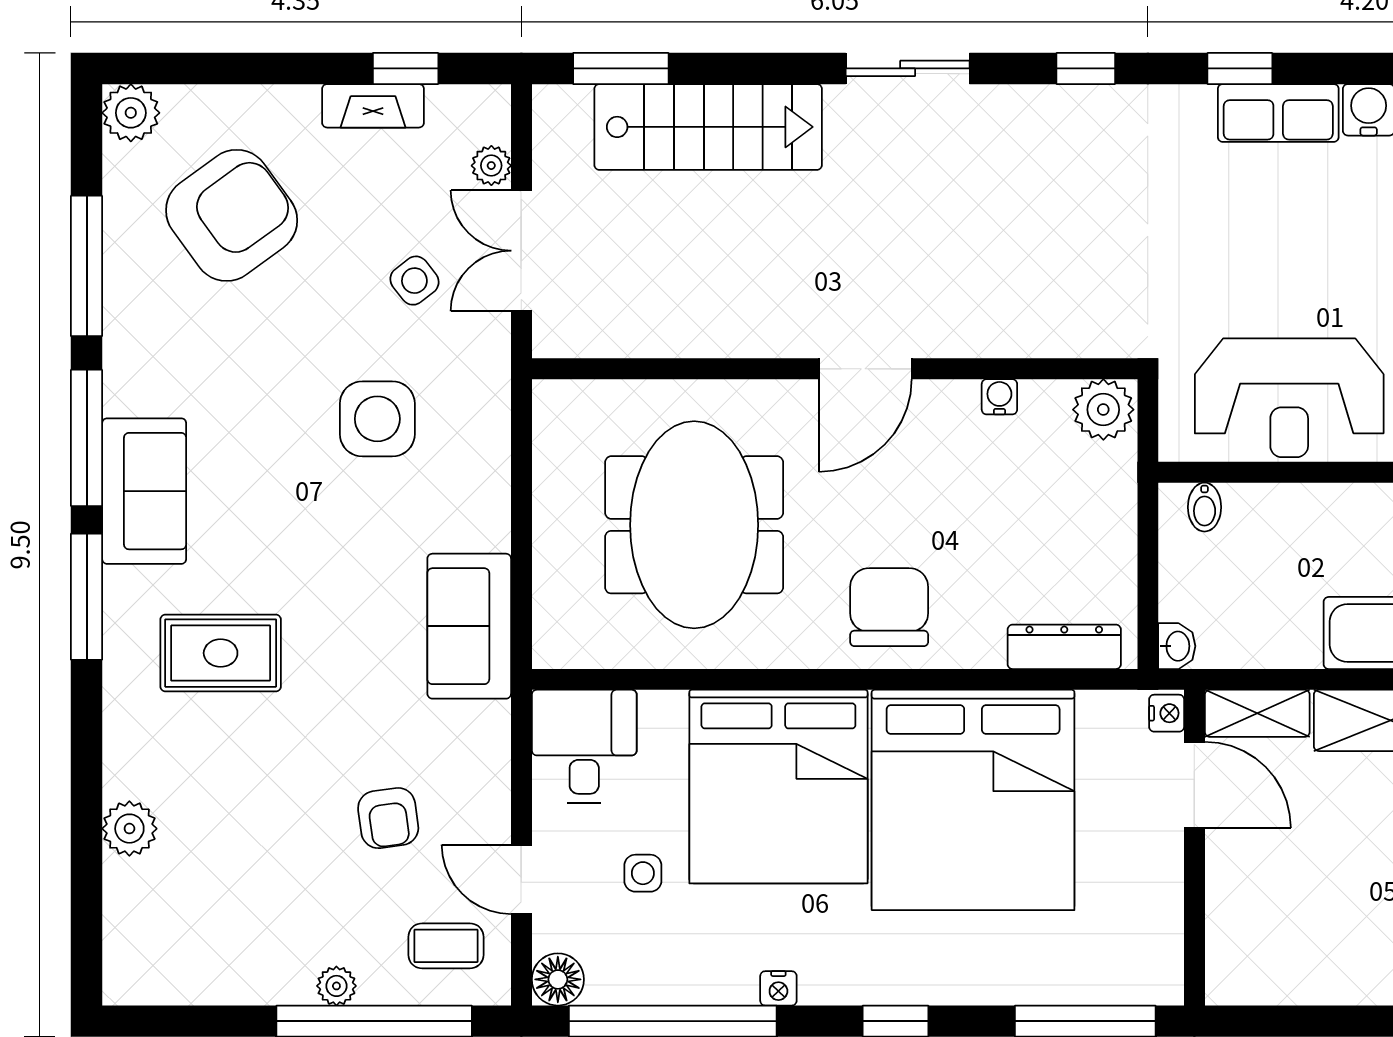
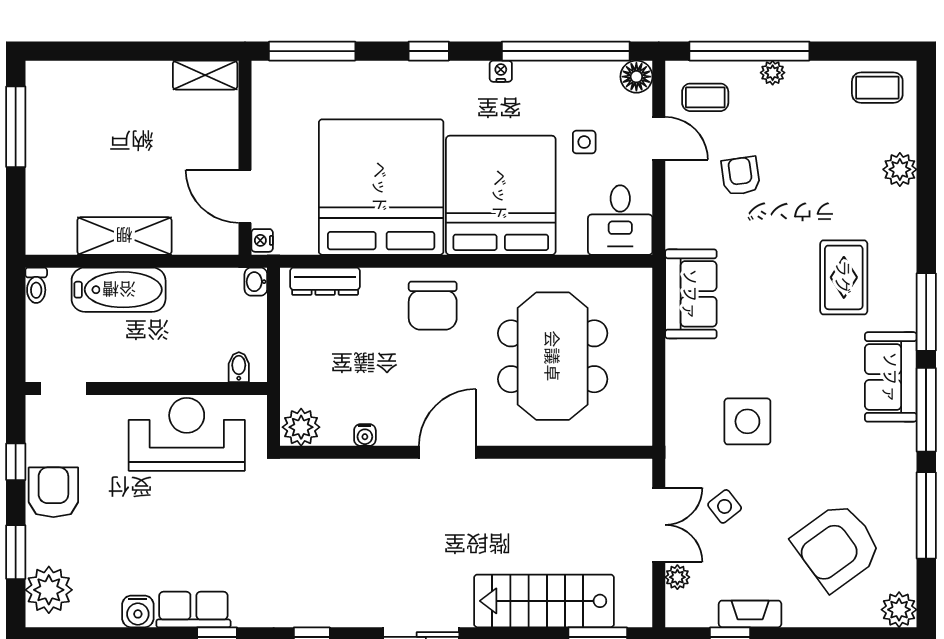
rug: (221, 653) -> (844, 277), turned 90
shelving: (1257, 713) -> (205, 75), moved
coffee table: (166, 962) -> (877, 88), added

